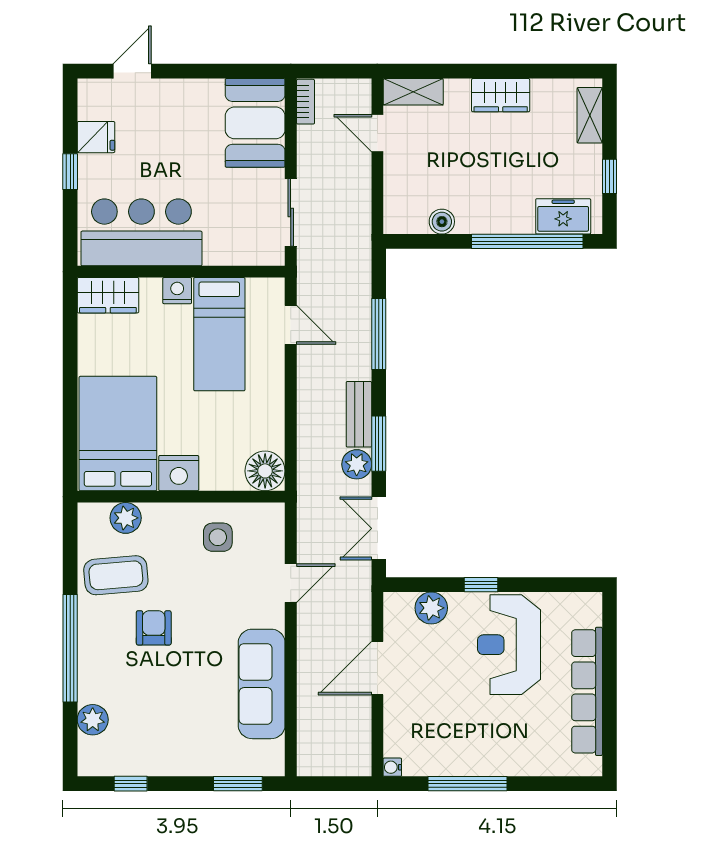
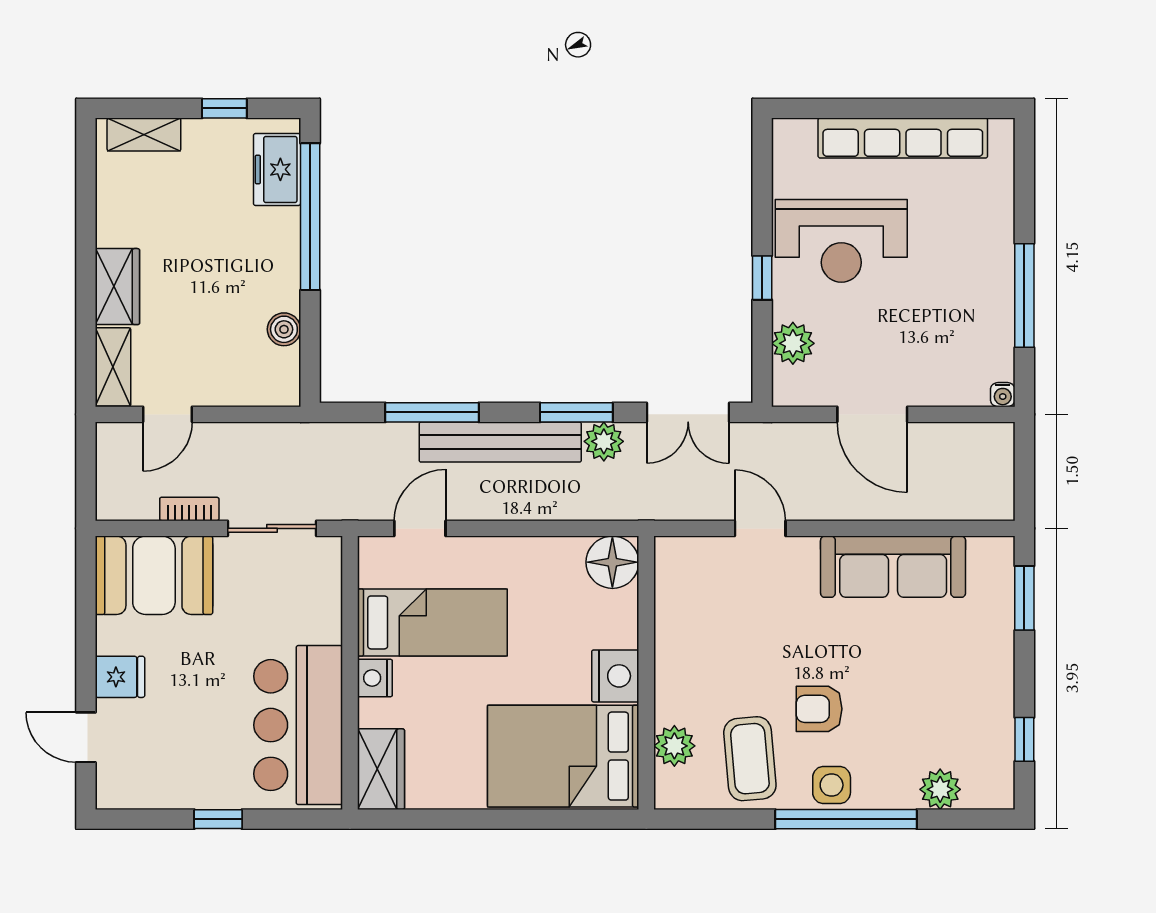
wardrobe: (501, 95) -> (117, 287), moved
bookcase: (305, 102) -> (189, 509), moved
fridge: (96, 137) -> (120, 677), moved, turned 90
bench: (359, 414) -> (500, 442), width x1.86, depth x1.21
side table: (218, 537) -> (832, 785), moved

